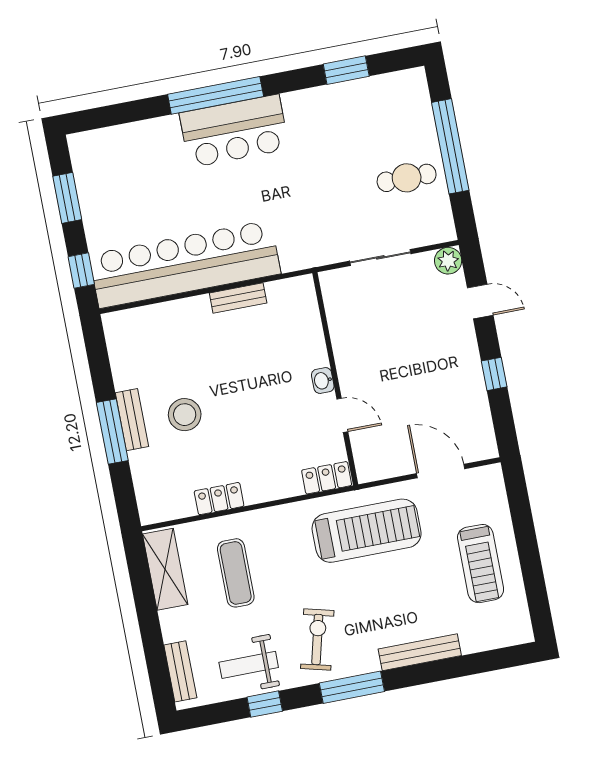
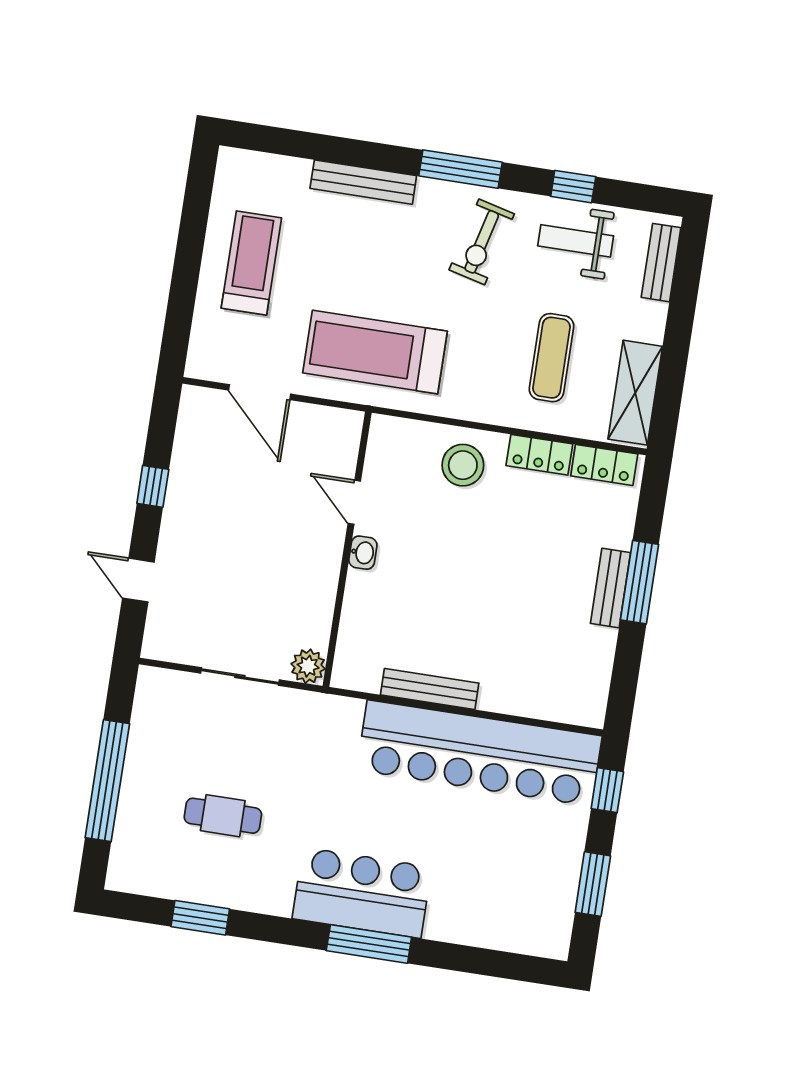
window: (216, 95) -> (369, 944), width x0.68
cafe table: (407, 178) -> (223, 816), moved
plant: (448, 261) -> (308, 666), moved
bench: (238, 298) -> (430, 689), width x1.36
stool: (185, 415) -> (463, 465), moved
locker: (327, 478) -> (604, 465), moved
weight bench: (249, 665) -> (576, 241), turned 180

